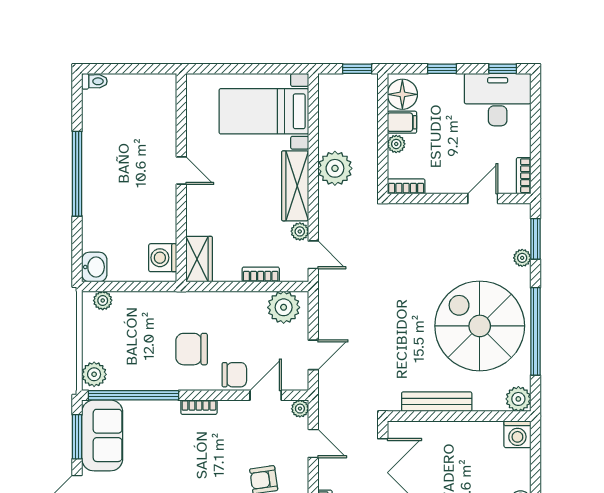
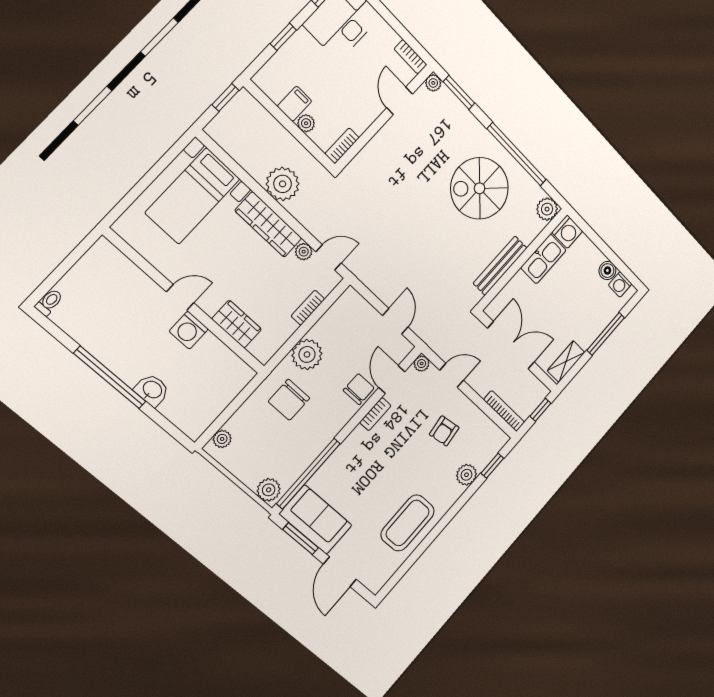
floor lamp: (402, 94) -> (275, 83), removed
washing machine: (163, 258) -> (189, 330), moved
plant: (522, 258) -> (433, 83), moved
wardrobe: (199, 259) -> (237, 324), moved
washbasin: (94, 267) -> (152, 390), moved
plant: (284, 307) -> (307, 354), moved
spiral stairs: (480, 326) -> (480, 188), width x0.73, depth x0.73
chair: (192, 349) -> (289, 400), moved
bookcase: (199, 407) -> (375, 414), moved
kitchen sink: (477, 434) -> (543, 259), added

